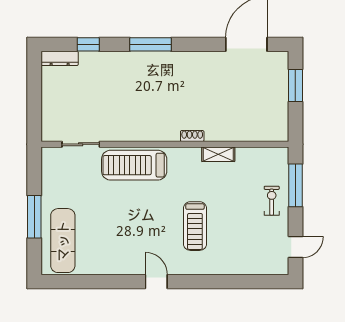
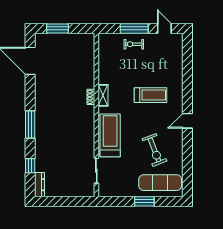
shelving: (218, 154) -> (103, 95), moved
treadmill: (134, 165) -> (110, 135), turned 180
window: (295, 185) -> (134, 28), moved
window: (34, 217) -> (144, 201), width x0.69
exercise bike: (112, 232) -> (154, 150), added

